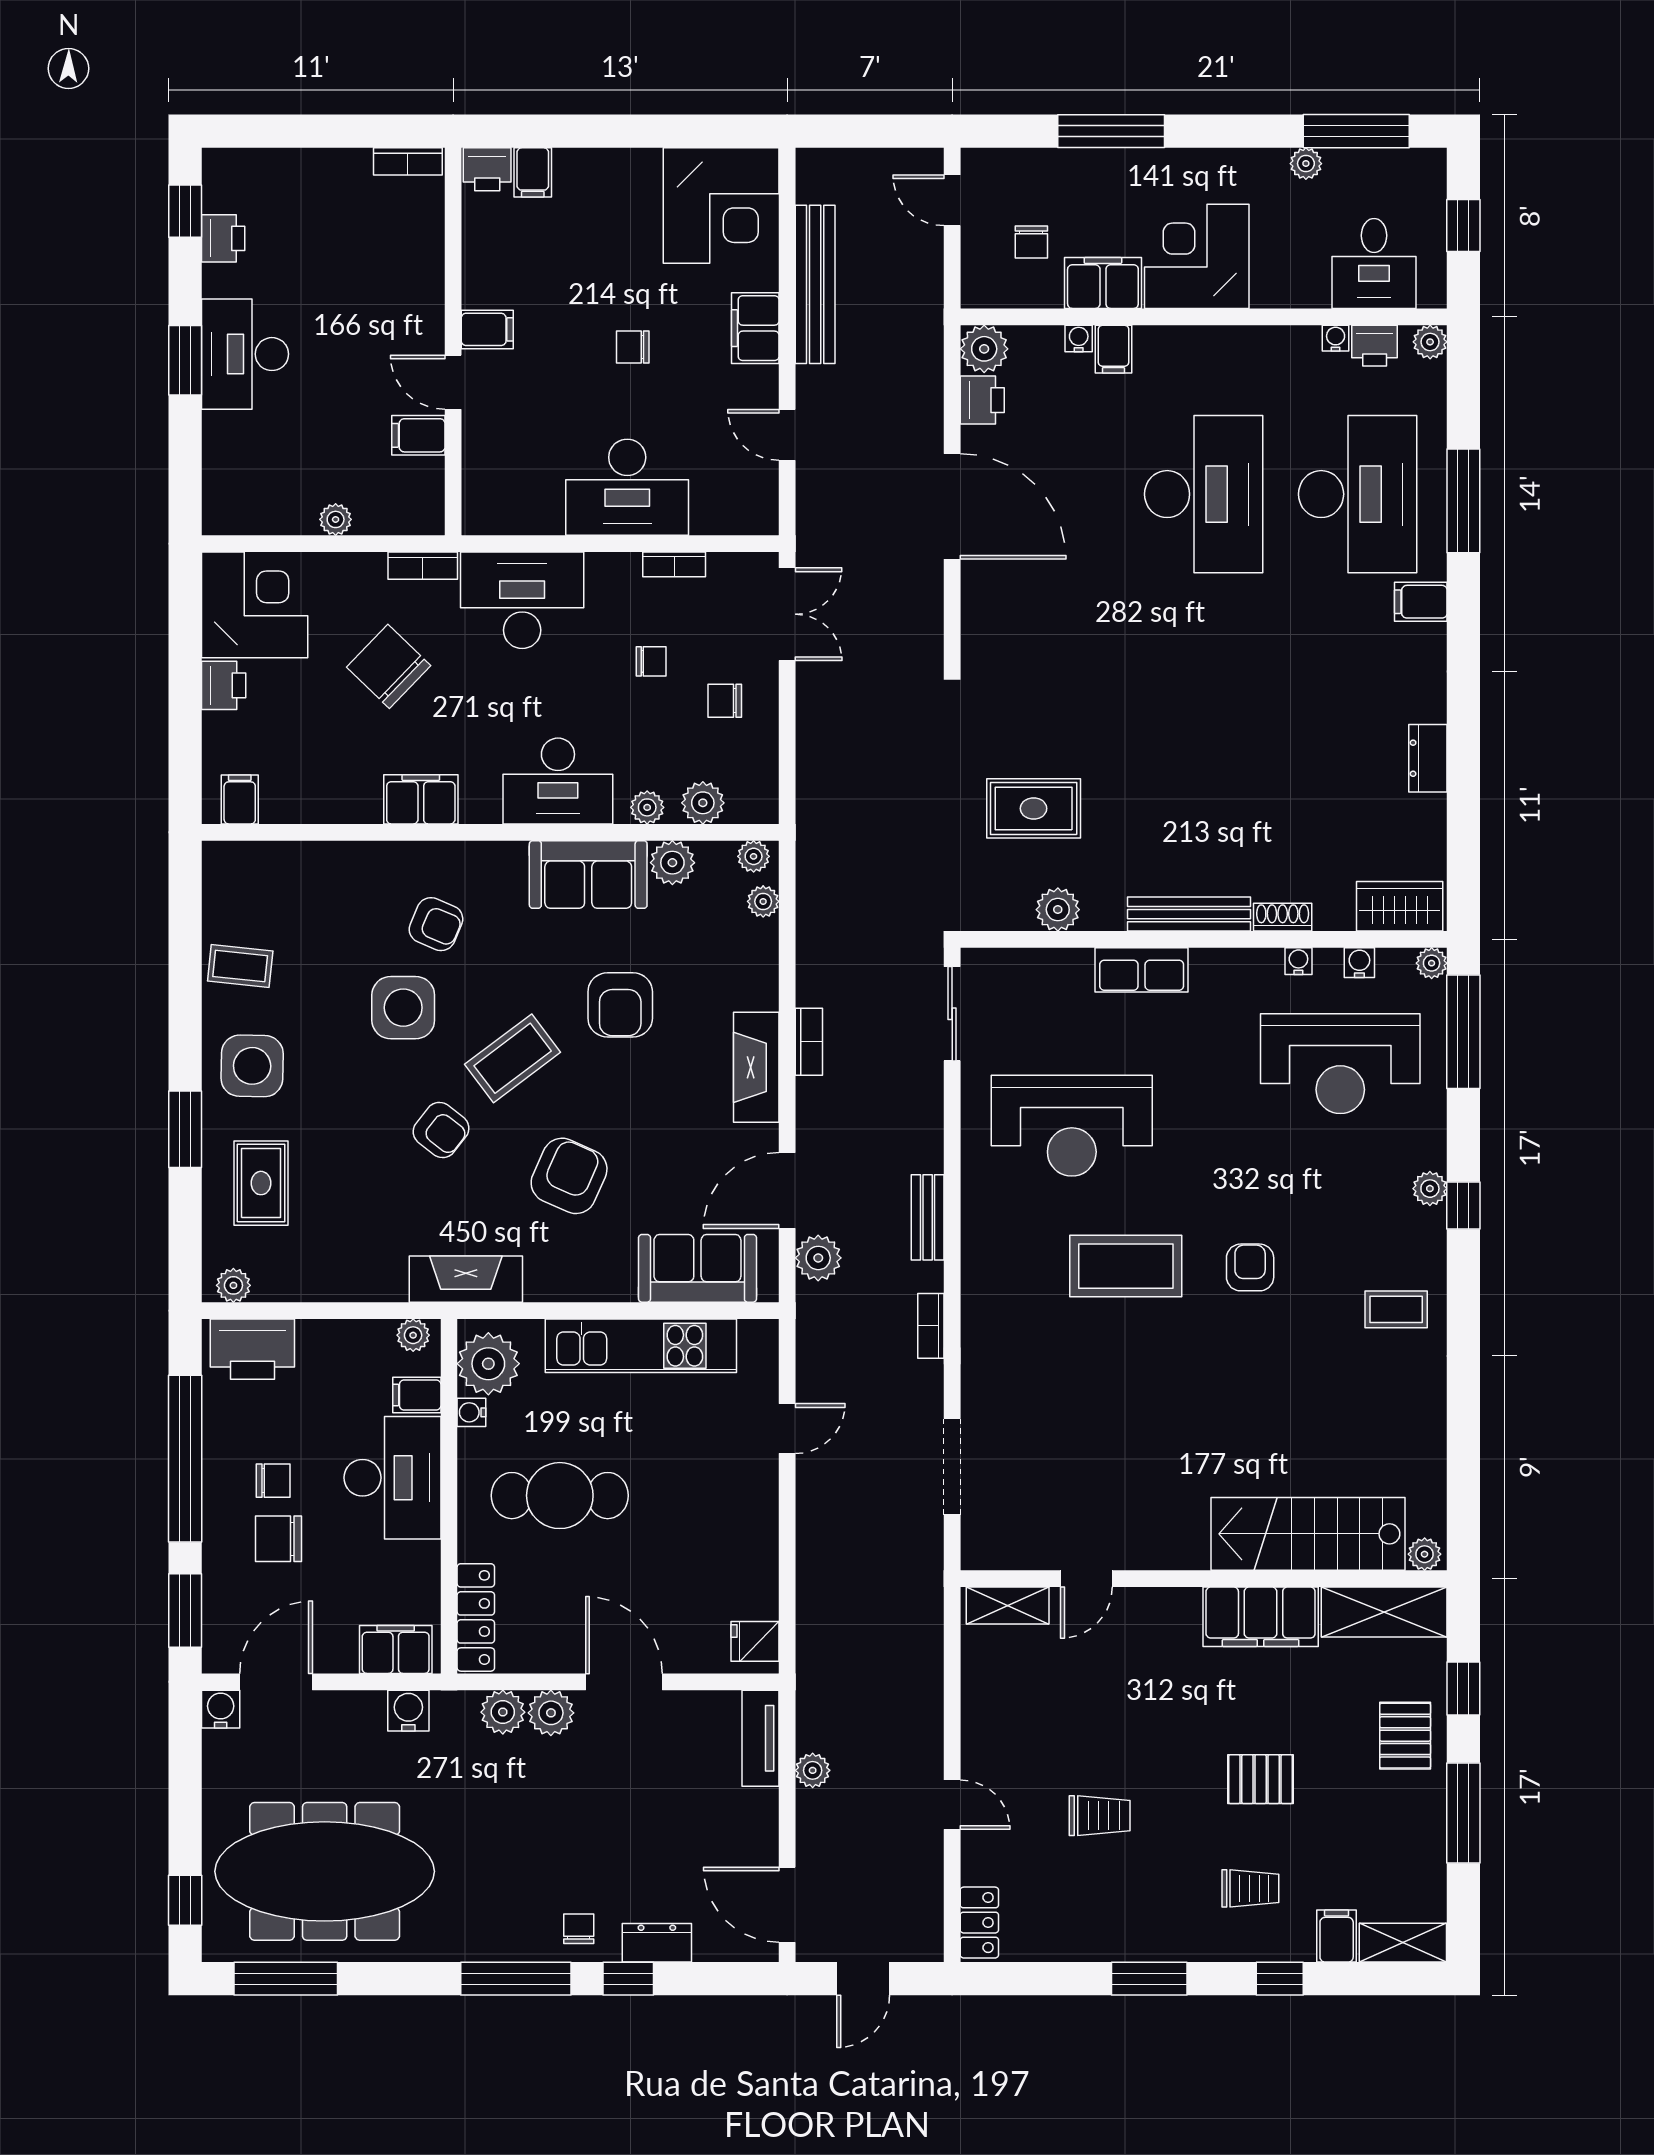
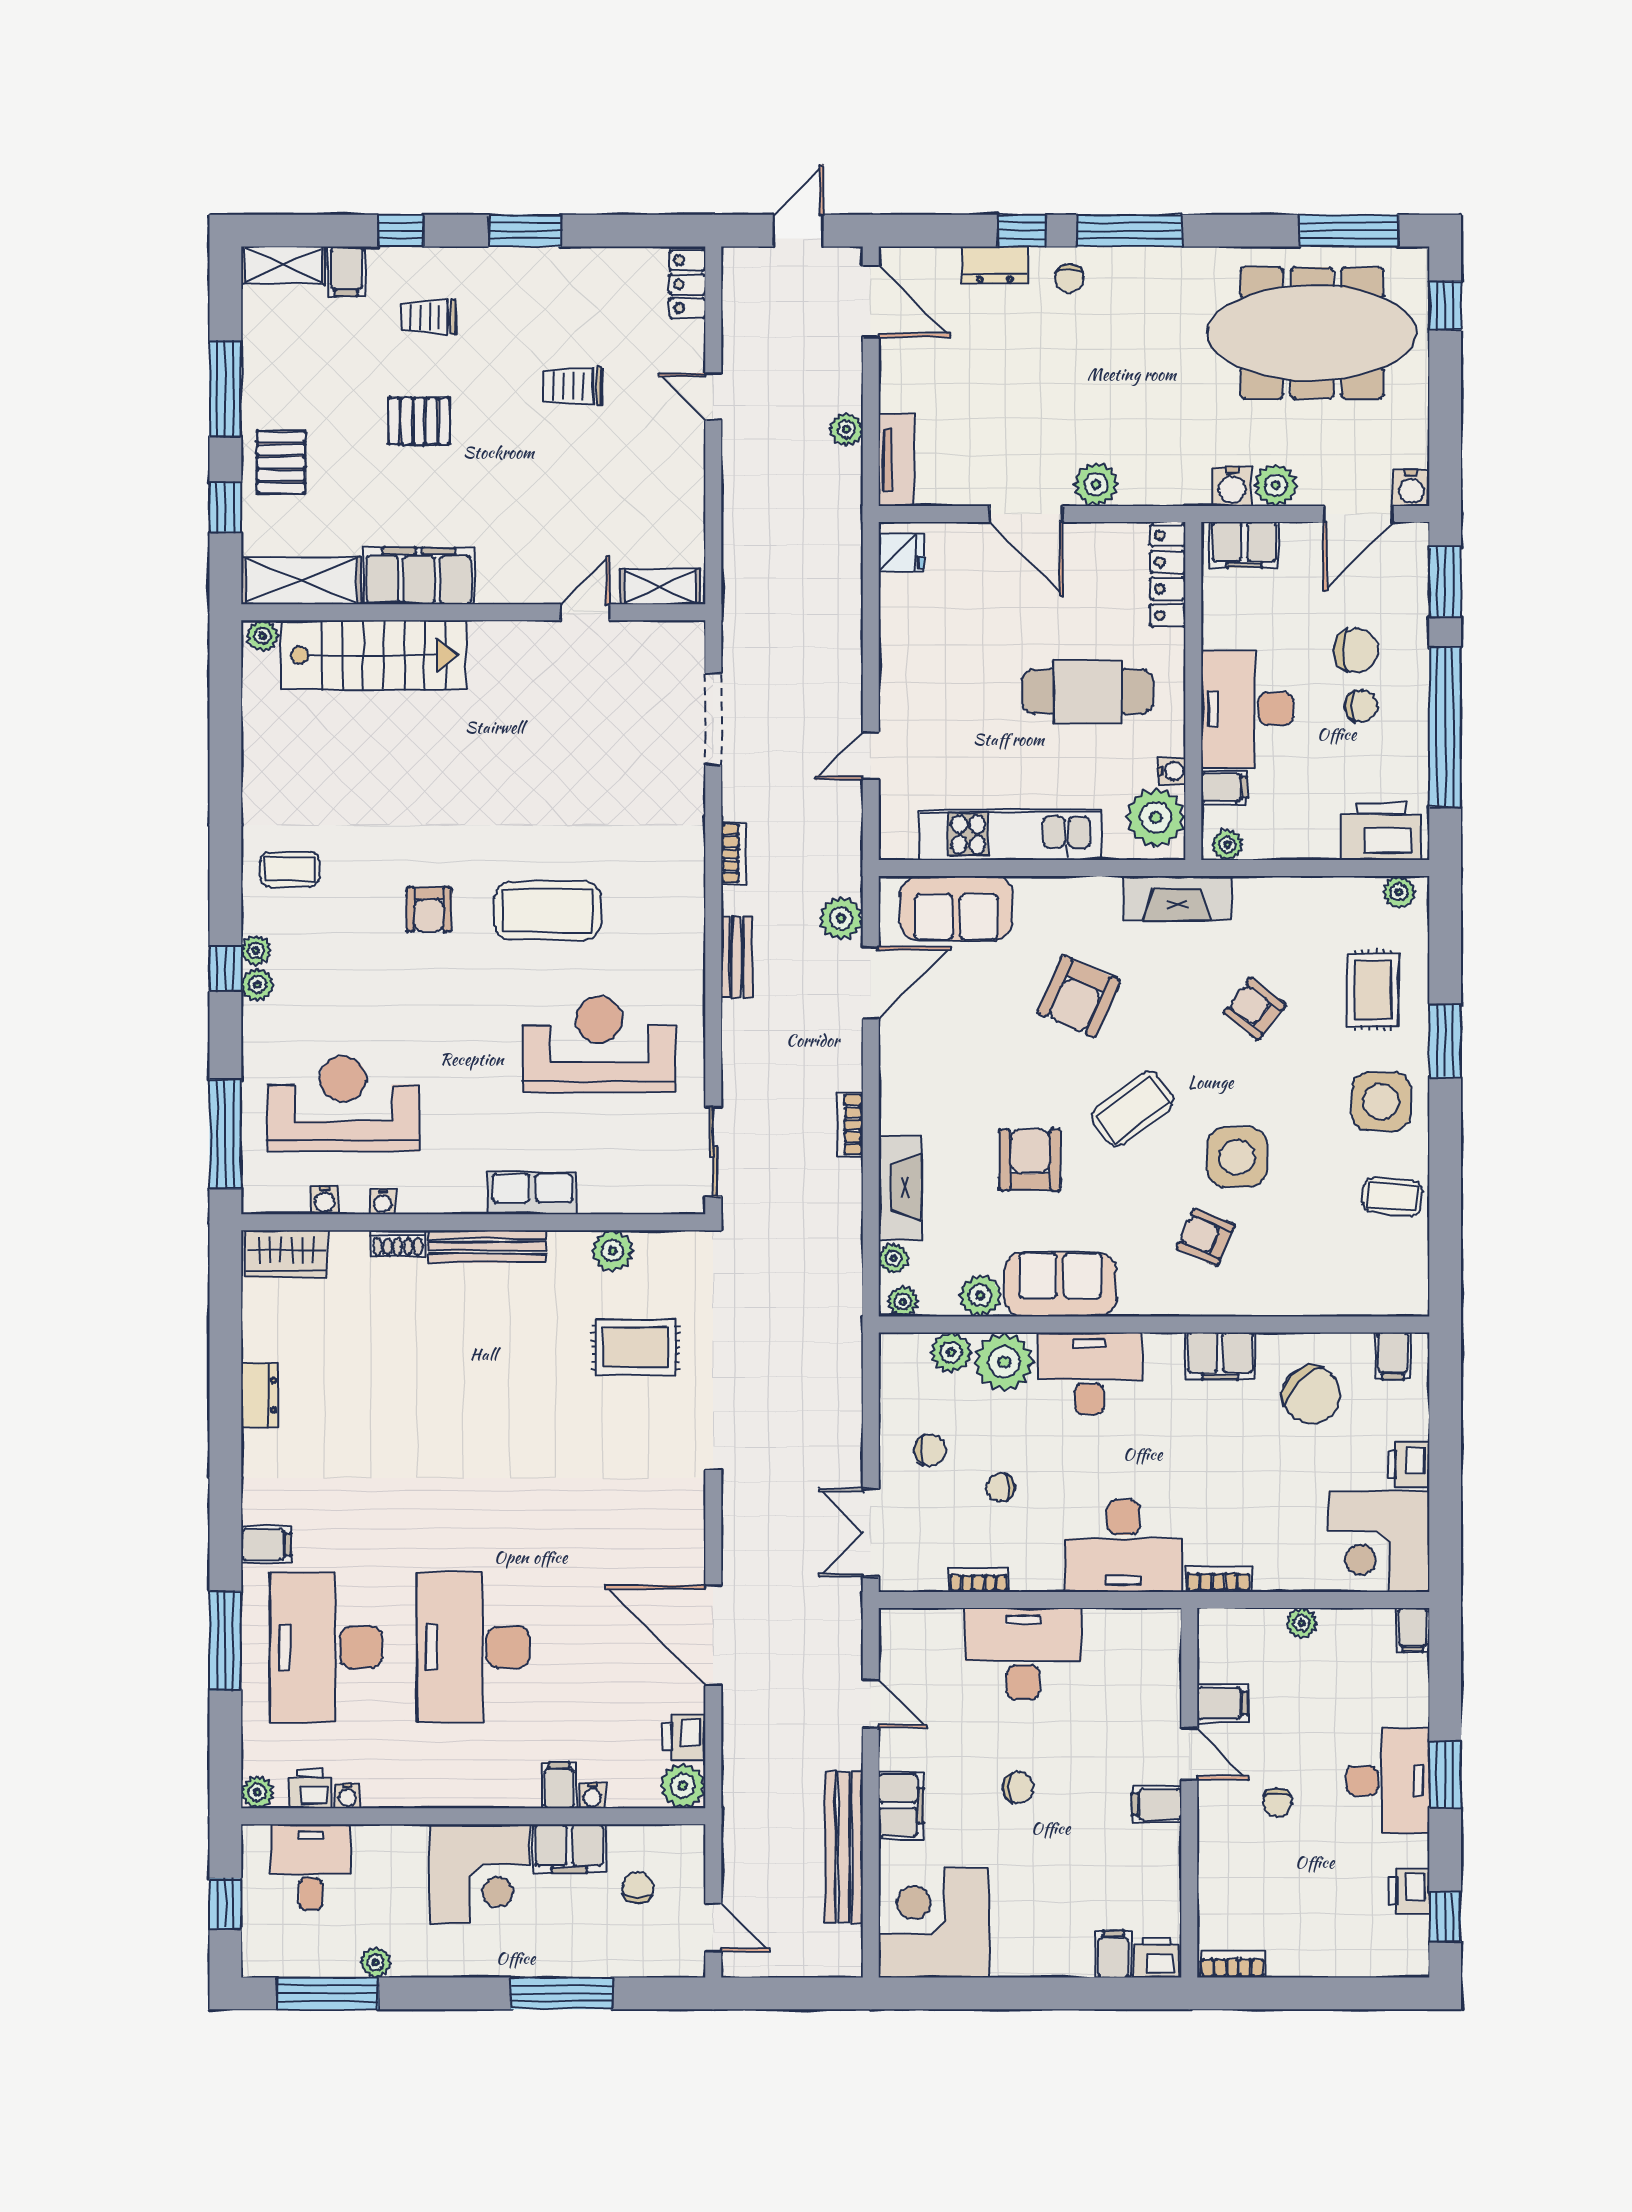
chair: (361, 331) -> (1277, 1803), added
filing cabinet: (219, 512) -> (1413, 1630), added
chair: (389, 666) -> (1311, 1395), moved
plant: (647, 807) -> (1004, 1362), width x1.87, depth x1.87
plant: (1432, 963) -> (256, 950), moved
fireplace: (756, 1067) -> (900, 1188), moved
armchair: (441, 1130) -> (1255, 1009), moved
chair: (273, 1481) -> (1361, 706), turned 180
plant: (503, 1712) -> (1276, 485), moved

